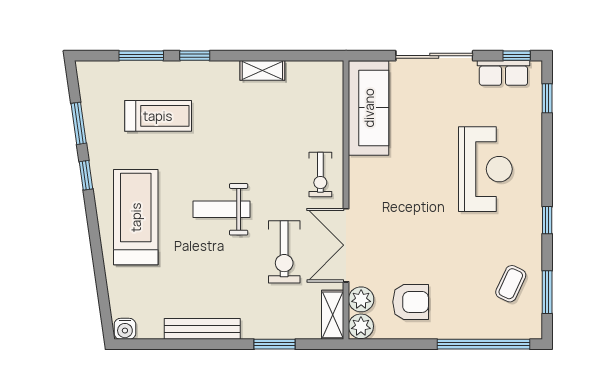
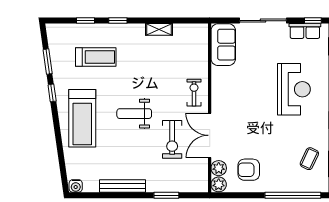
window: (141, 56) -> (86, 21), width x0.67
sofa: (369, 108) -> (223, 45), width x0.73
exercise bike: (320, 175) -> (194, 93), turned 180
treadmill: (136, 217) -> (82, 118), turned 180
armchair: (411, 302) -> (249, 170), turned 180
shelving: (333, 315) -> (201, 177), removed

